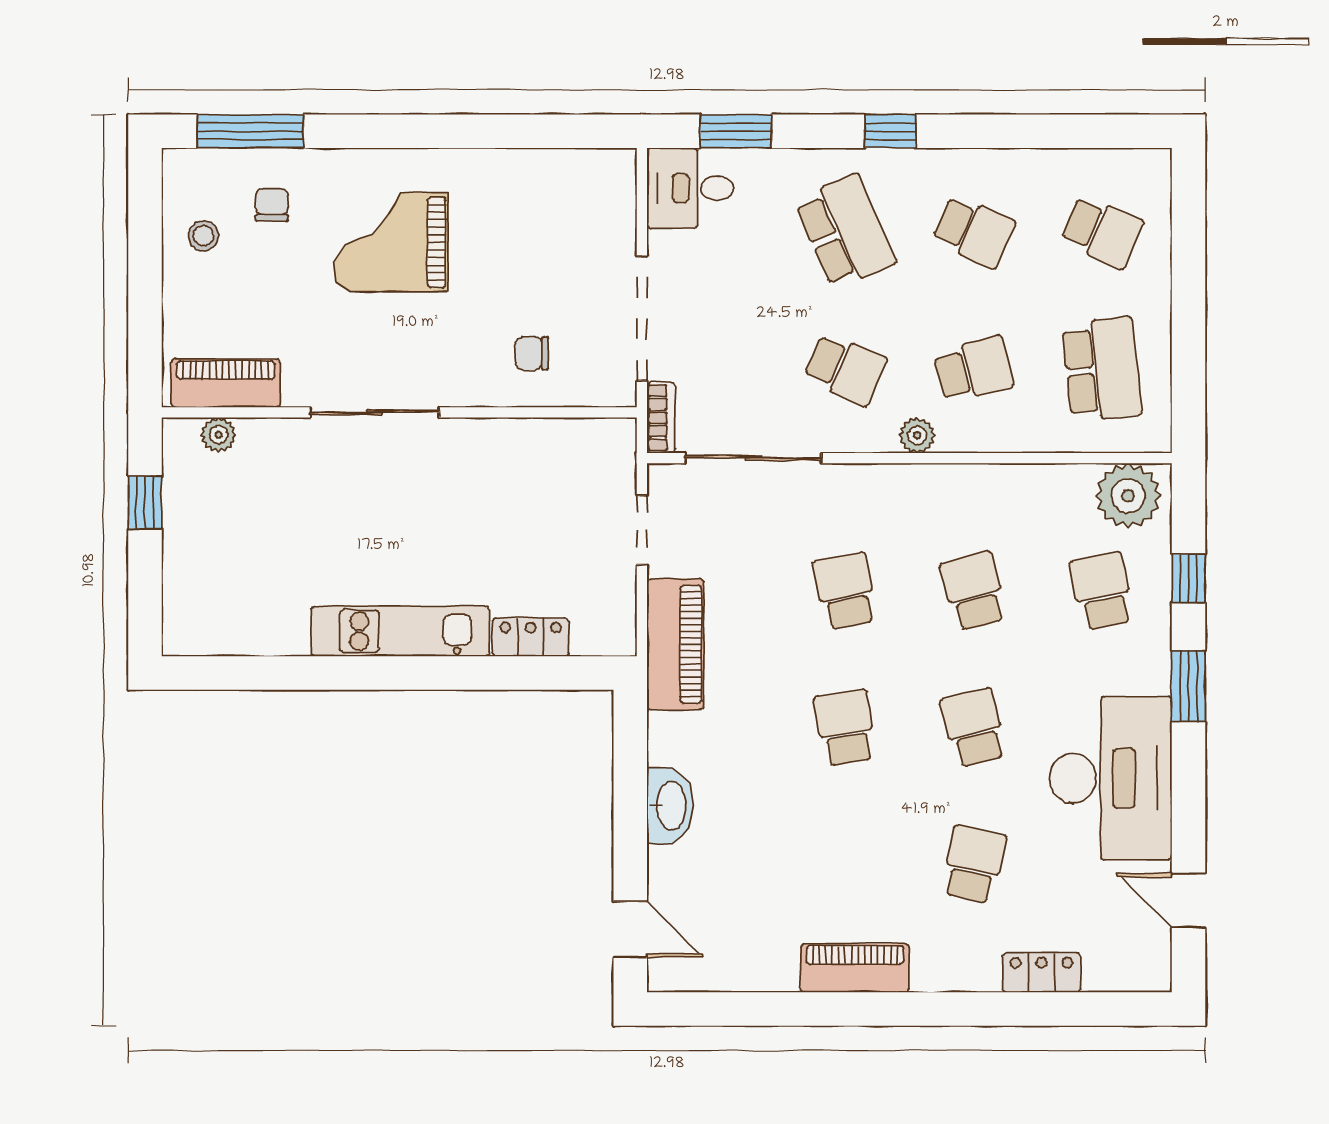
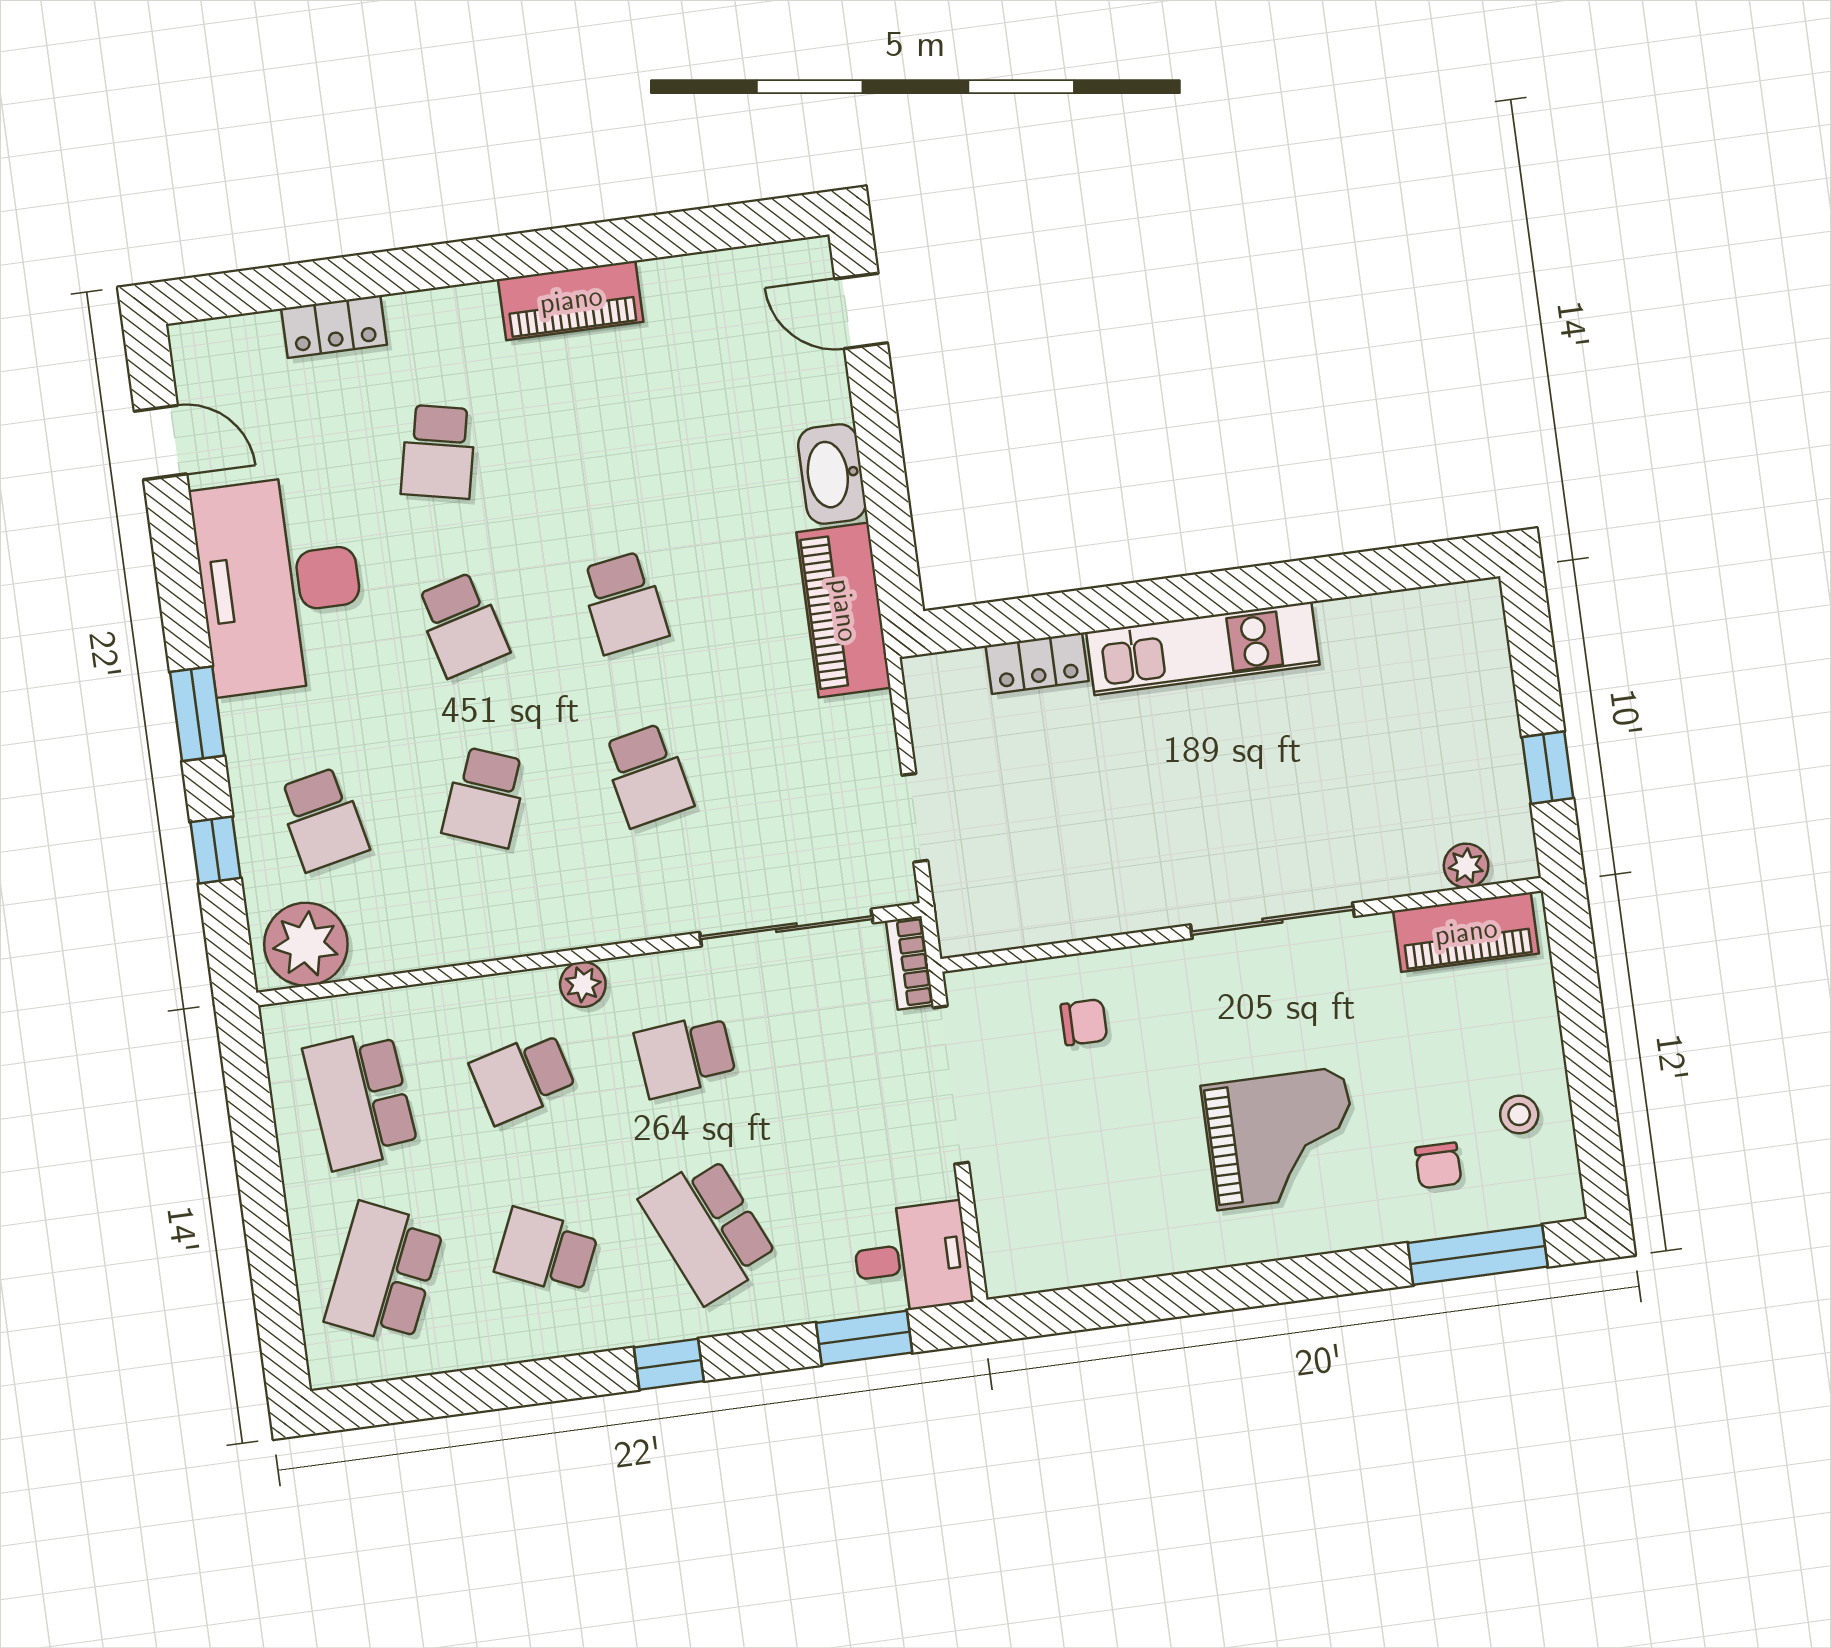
school desk: (1102, 232) -> (384, 1273), width x1.85
school desk: (845, 369) -> (685, 1056), turned -30
school desk: (974, 591) -> (485, 797), turned 36
piano: (675, 644) -> (844, 610), moved

